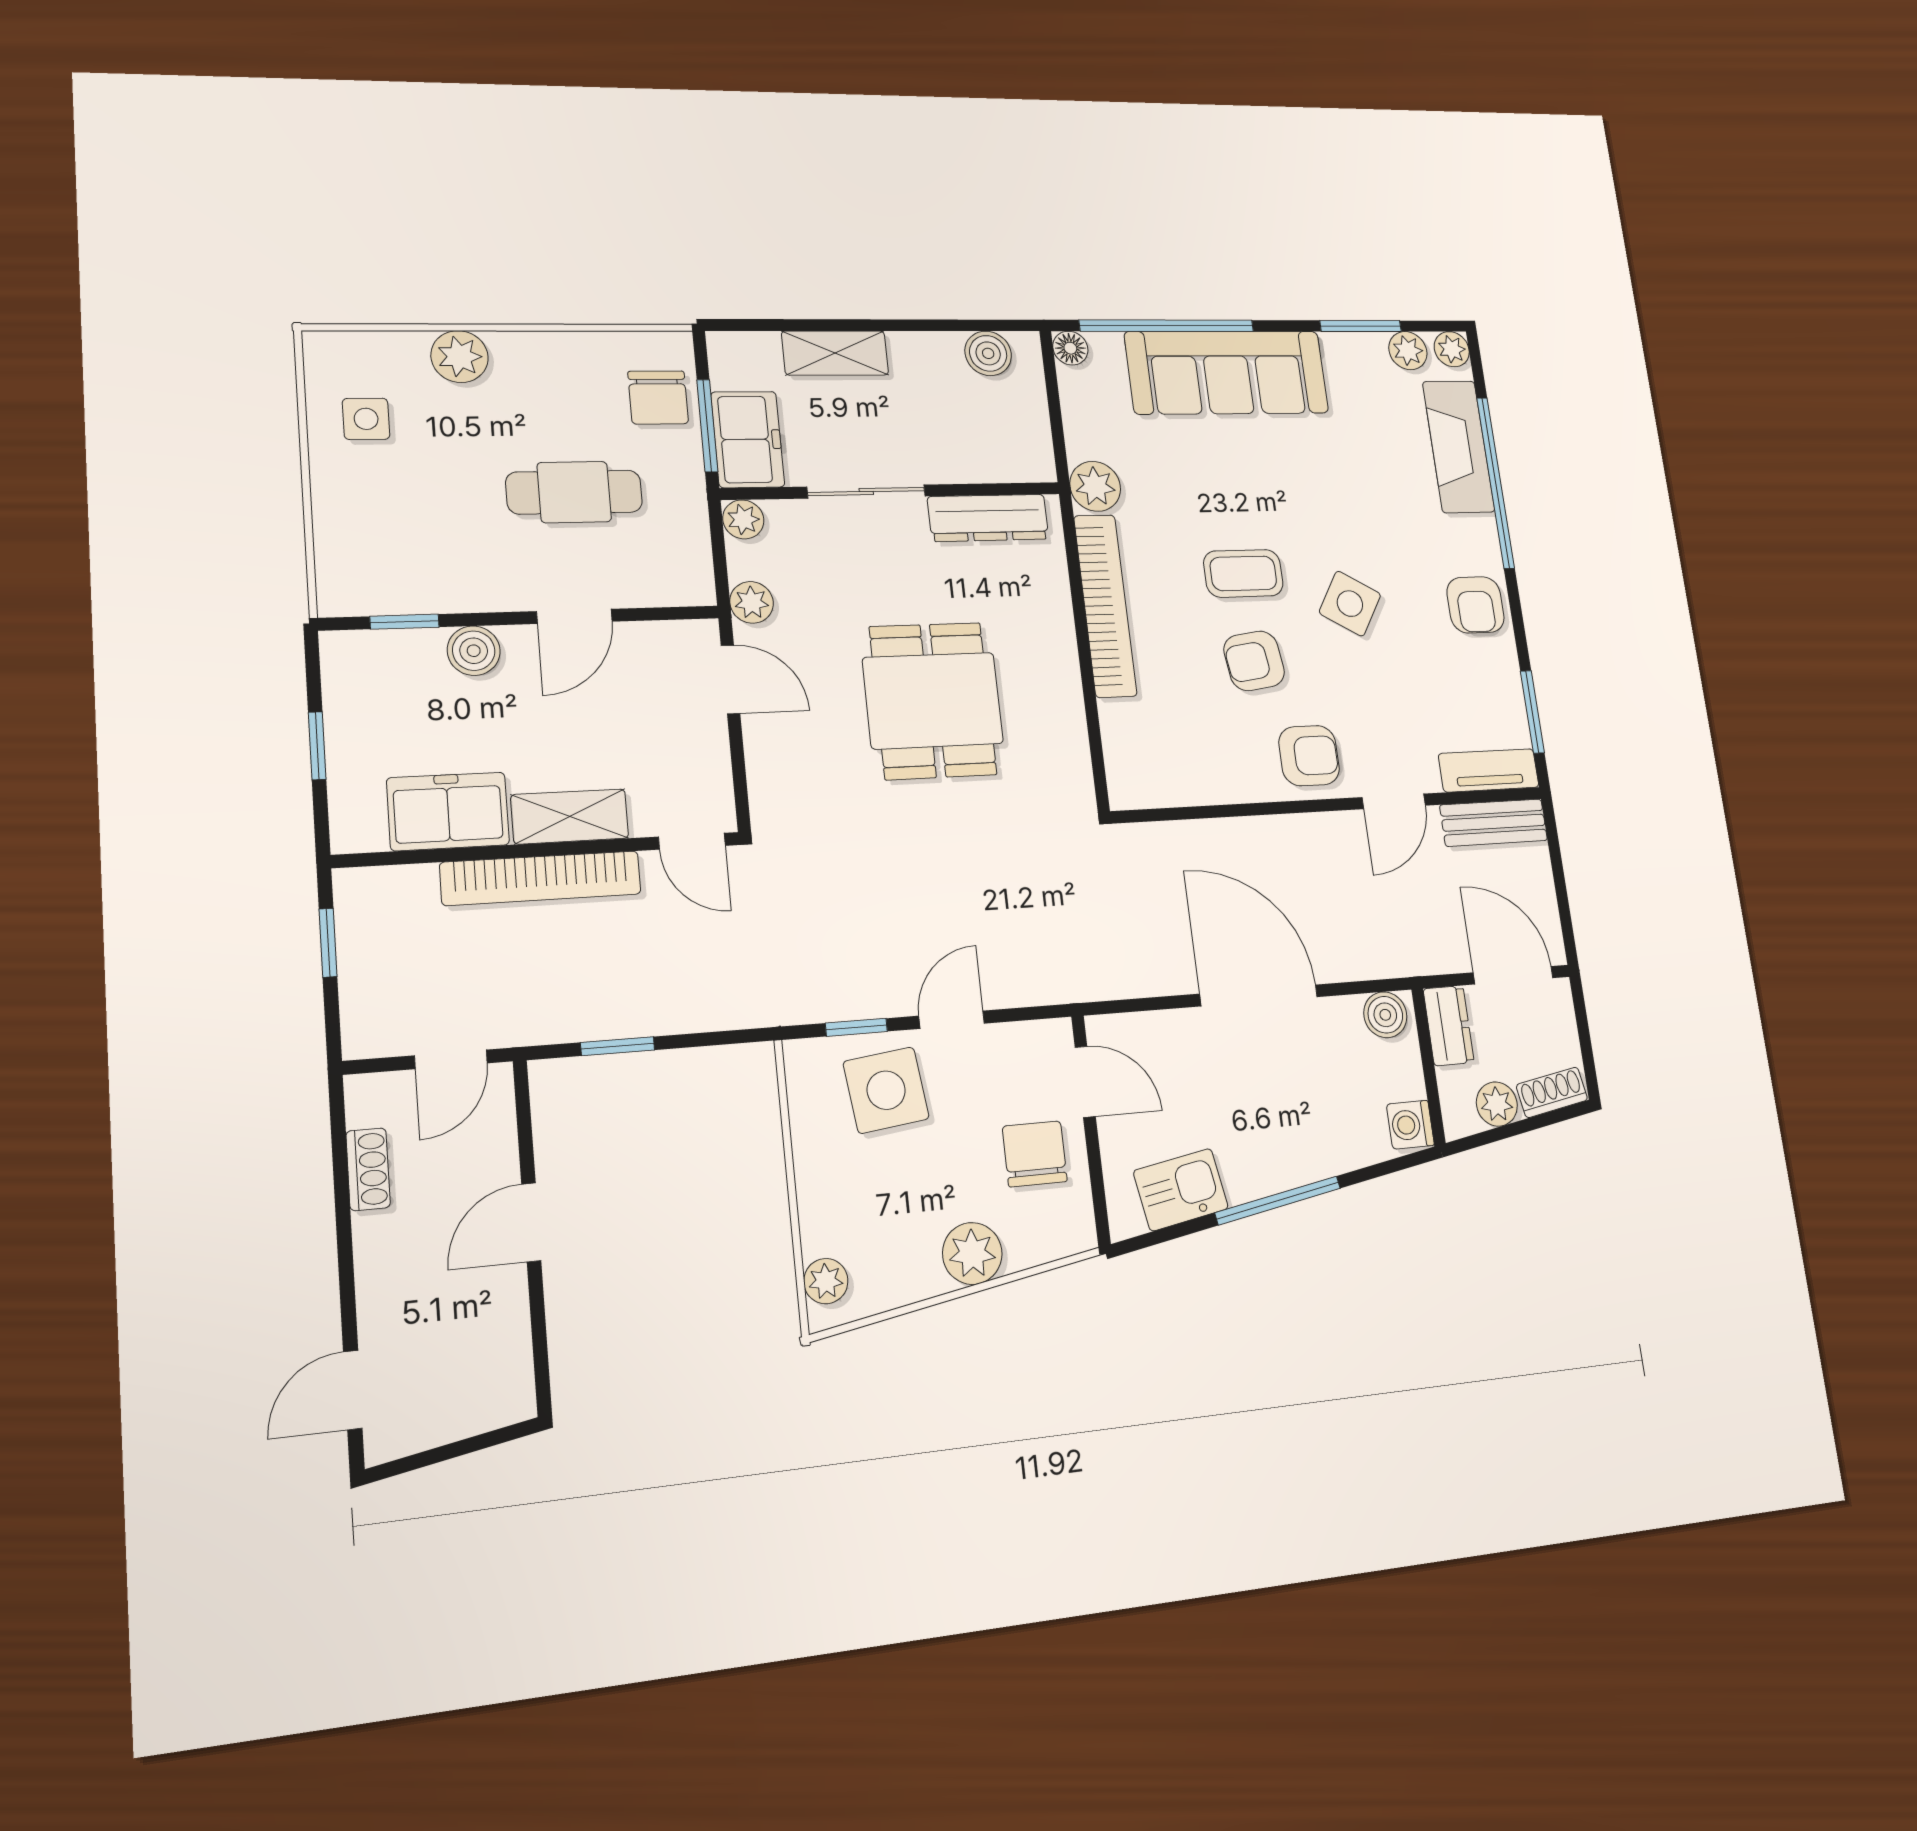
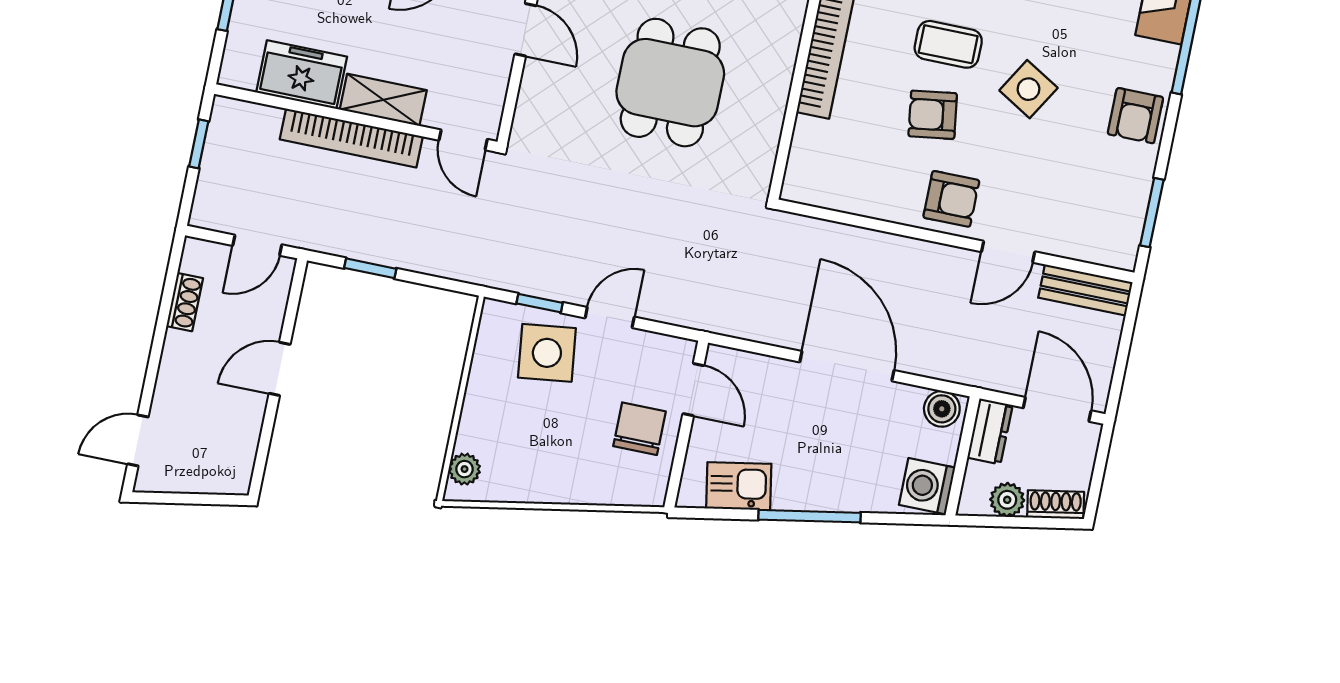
tv unit: (1489, 770) -> (1097, 249), removed
washing machine: (1410, 1125) -> (927, 486), width x1.38, depth x1.38
plant: (972, 1253) -> (572, 483), removed

